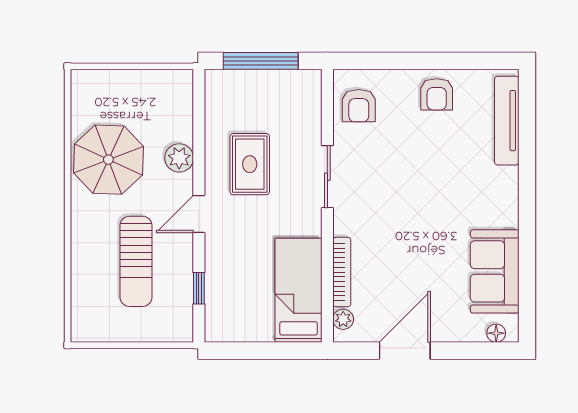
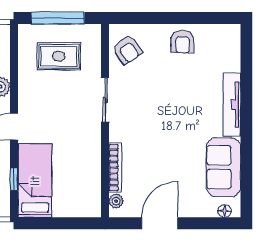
armchair: (359, 106) -> (127, 50), turned -35
tv unit: (507, 121) -> (232, 105), moved
rug: (250, 164) -> (59, 56), moved, turned 90
bed: (299, 290) -> (35, 181), moved

